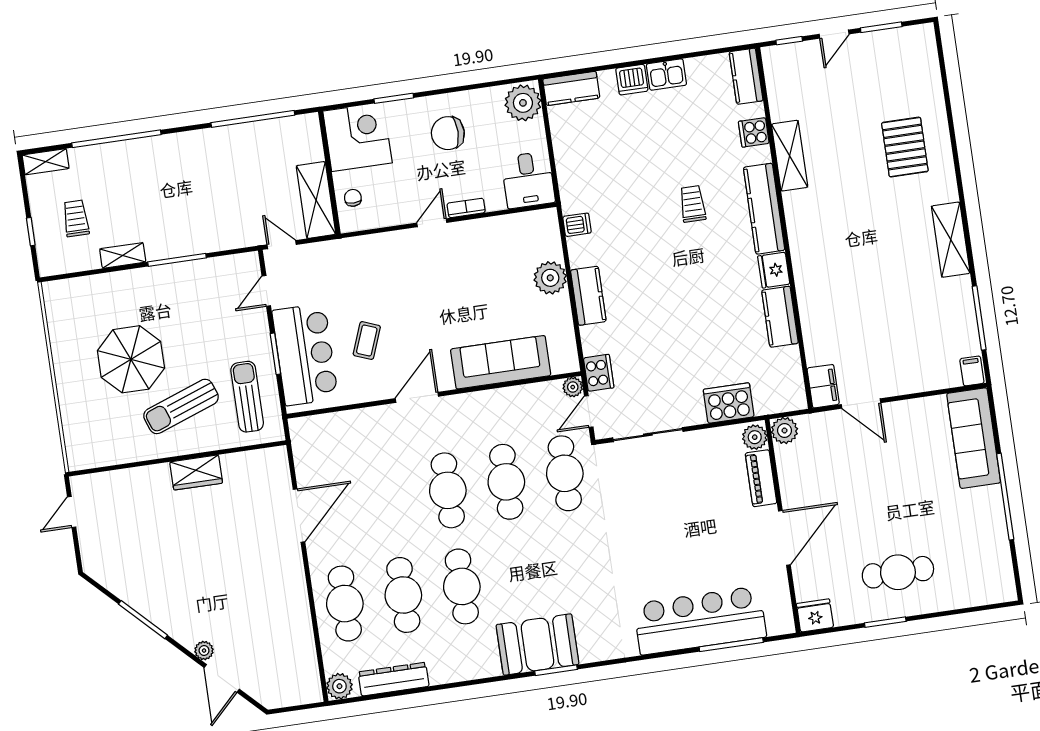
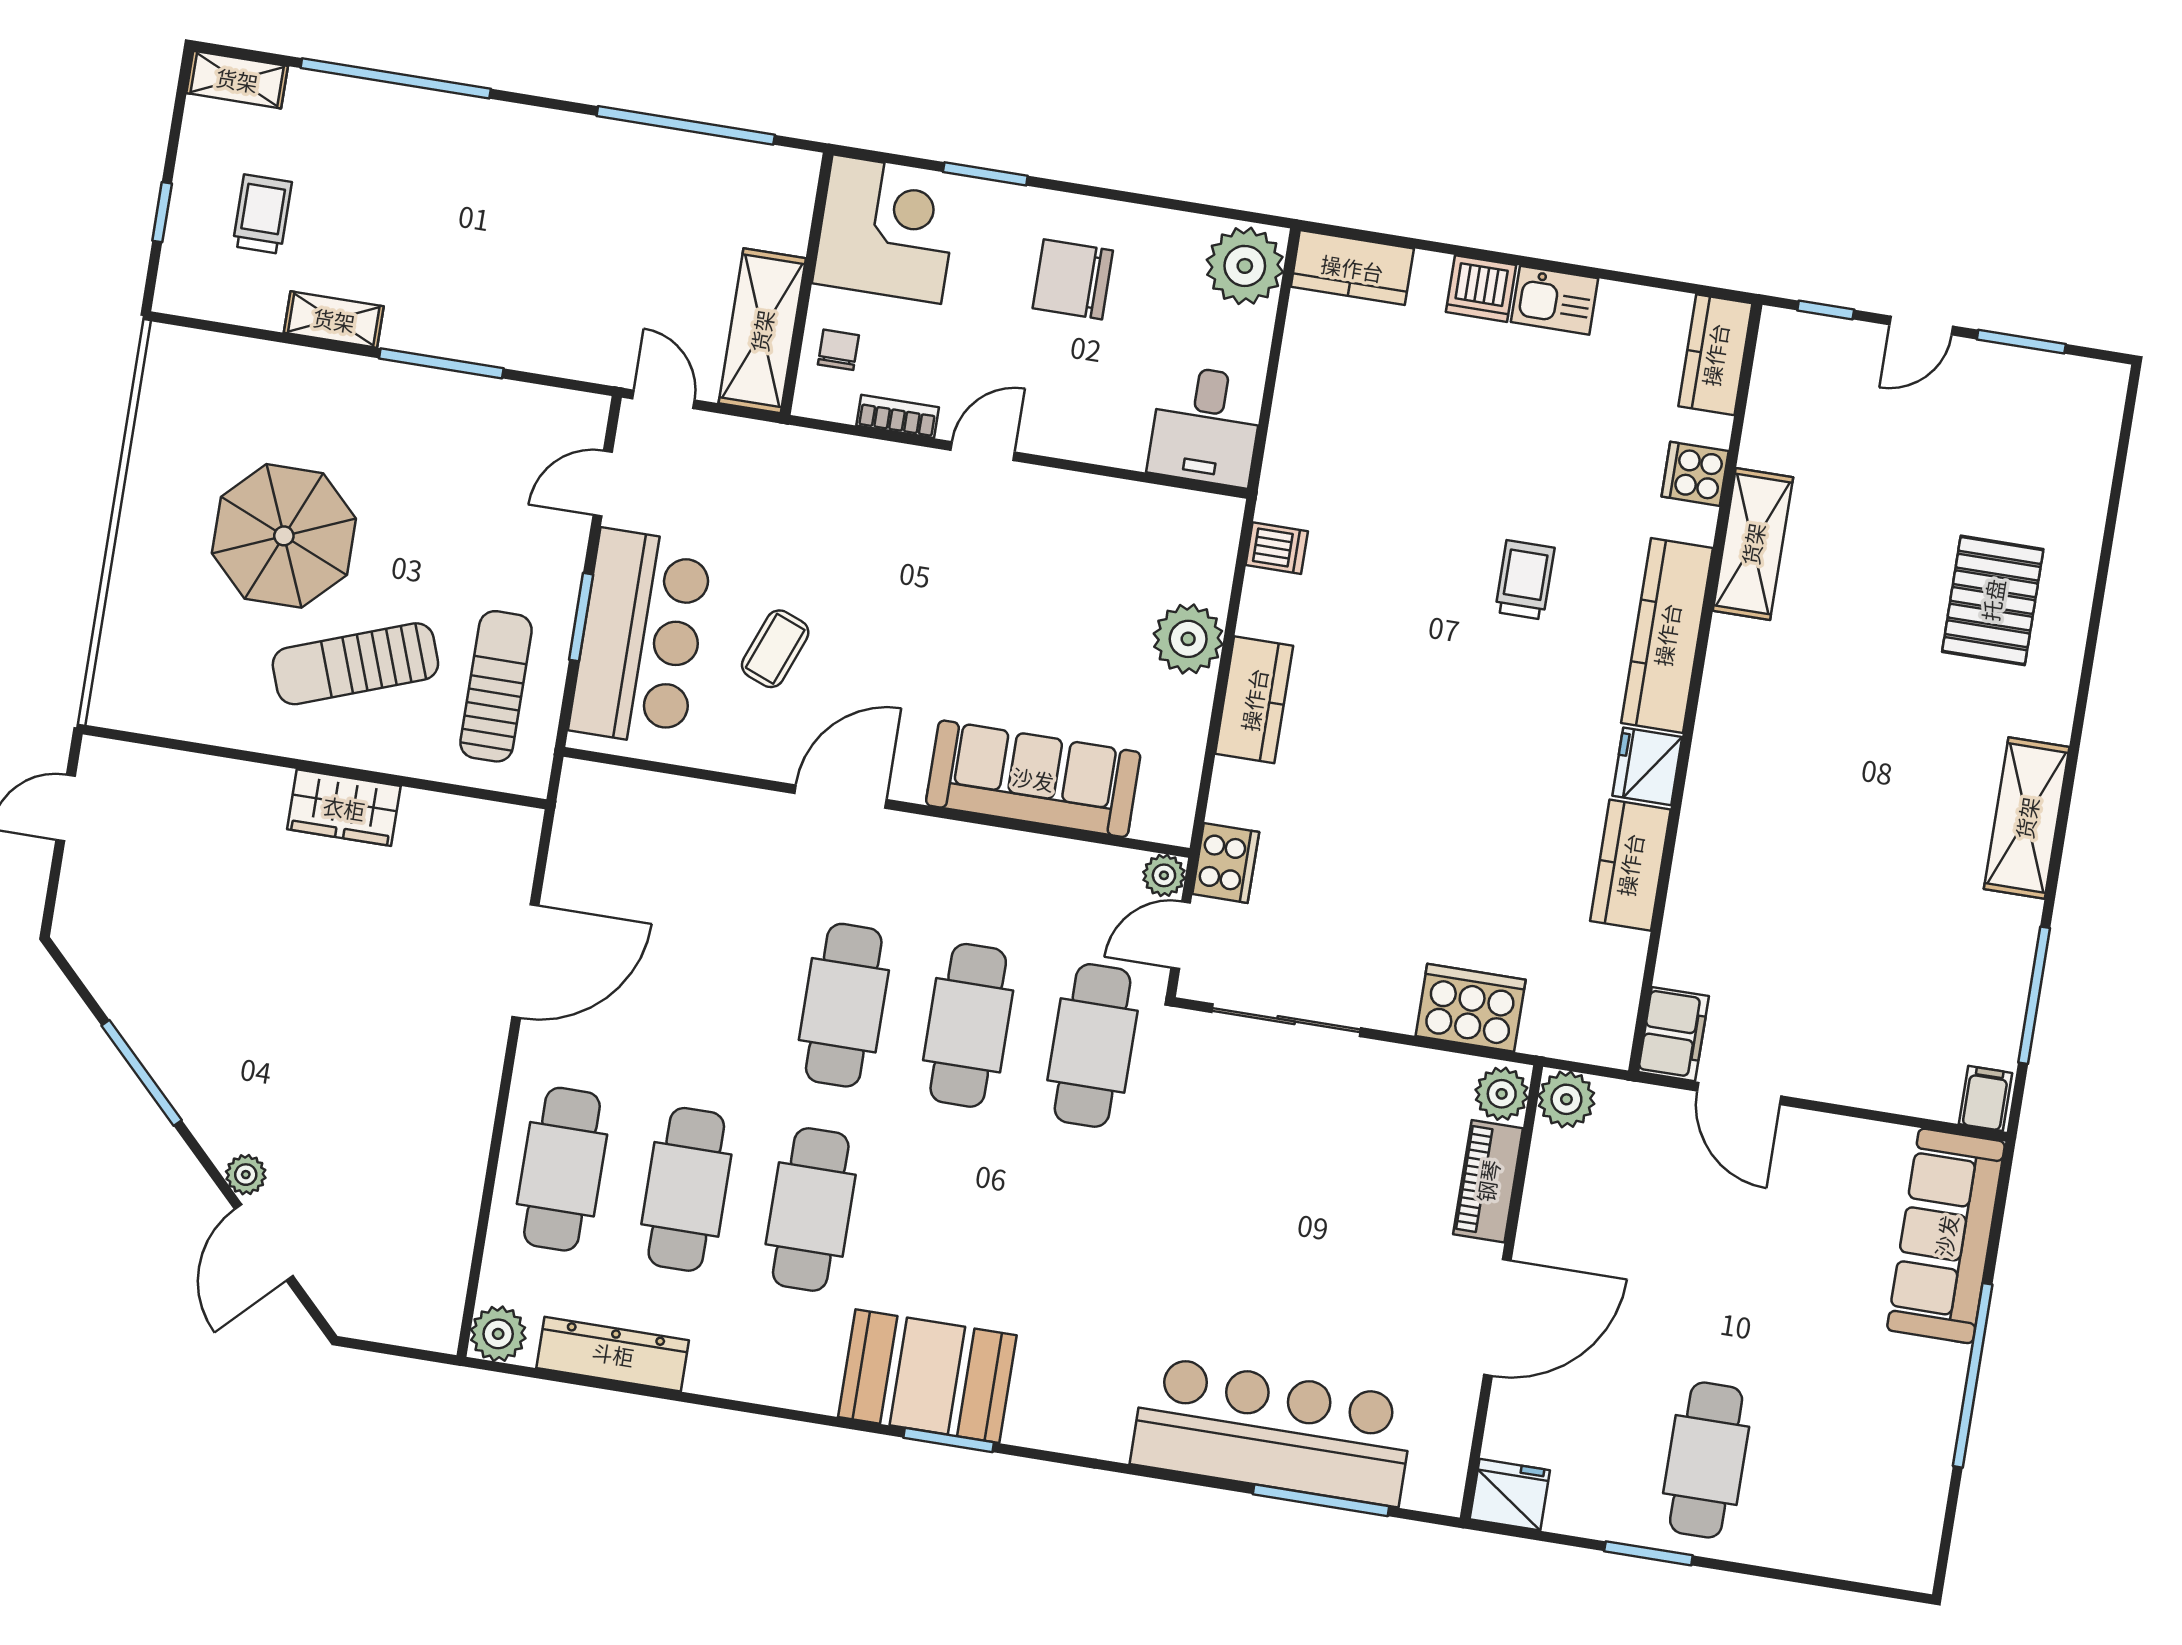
bookcase: (466, 208) -> (898, 416), moved
cafe table: (898, 572) -> (1706, 1460), turned 90

